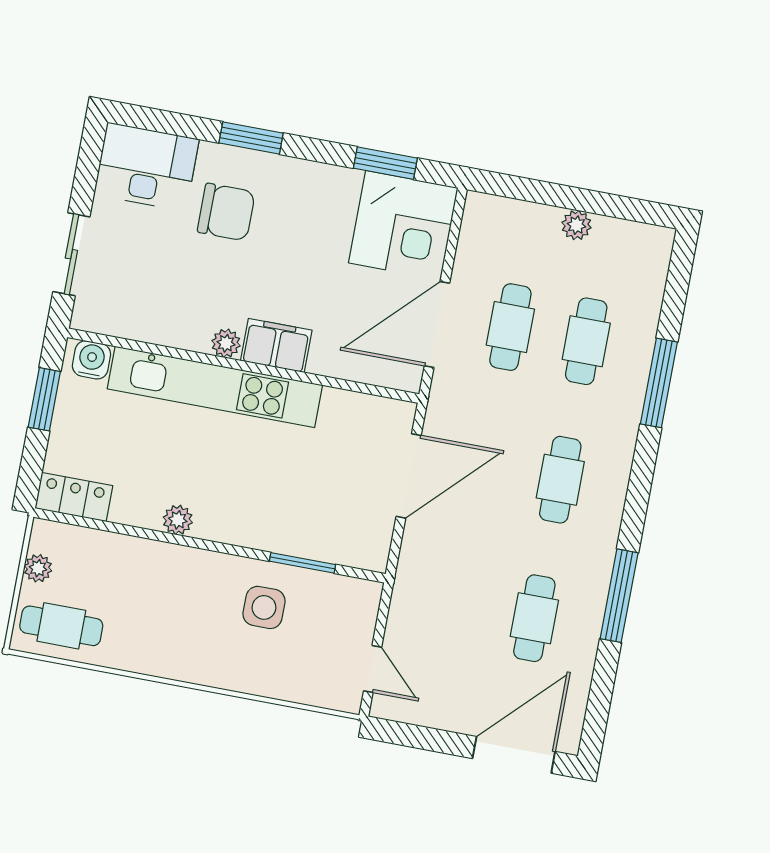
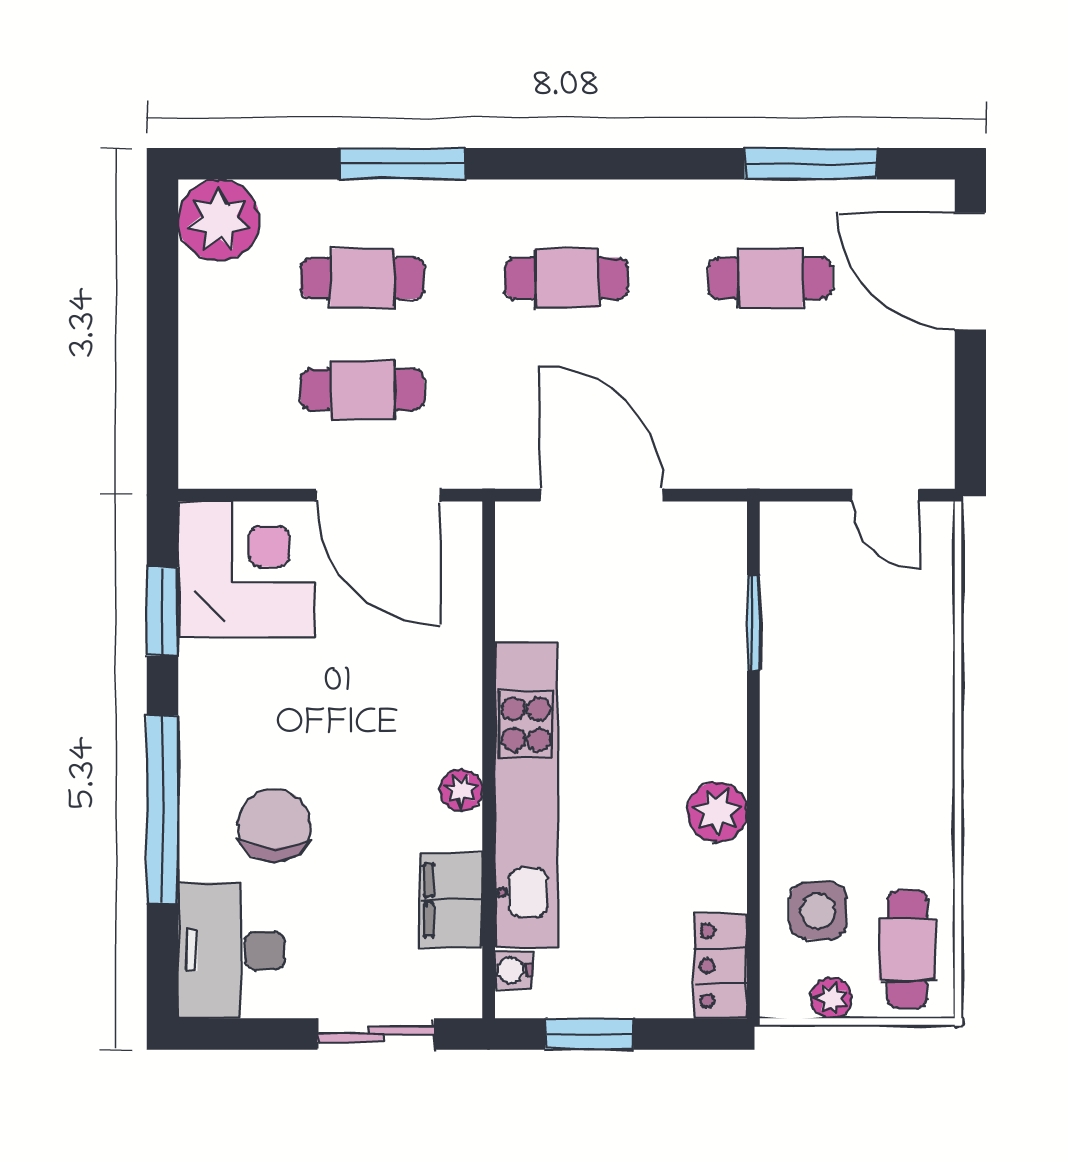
window: (251, 138) -> (162, 809), width x2.11
plant: (576, 225) -> (219, 220), moved, width x1.87, depth x1.87
filing cabinet: (276, 345) -> (451, 900), moved
water cooler: (91, 360) -> (513, 970), width x0.72, depth x0.72
plant: (178, 520) -> (717, 812), width x1.38, depth x1.38
window: (619, 596) -> (811, 164), moved
side table: (264, 607) -> (818, 911), moved
door: (373, 669) -> (886, 495), swing flipped

